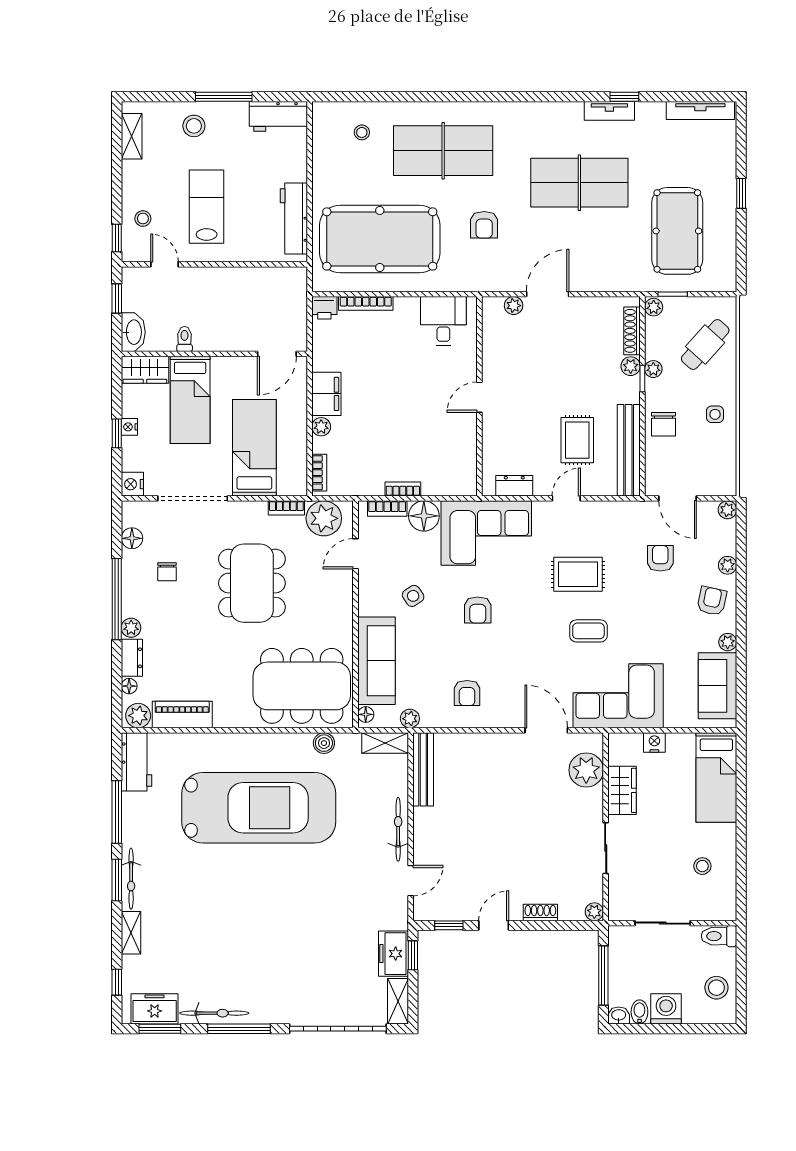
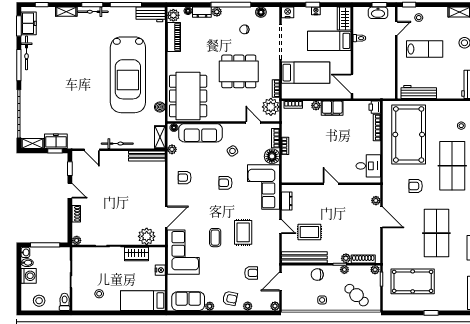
washbasin: (133, 332) -> (378, 13), moved

